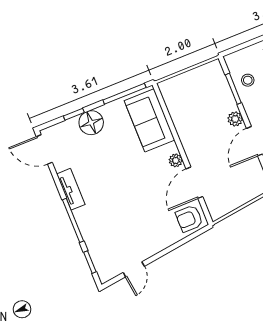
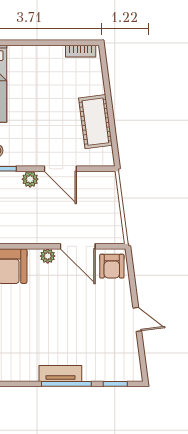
tv unit: (71, 189) -> (60, 373), moved
door: (134, 269) -> (137, 319), moved

